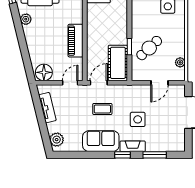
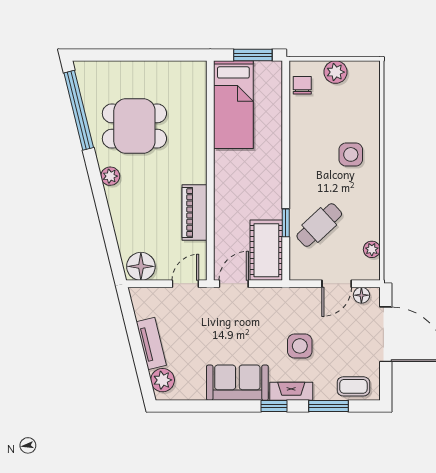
floor lamp: (174, 89) -> (361, 295), added
tv unit: (47, 108) -> (151, 343), moved
coffee table: (102, 109) -> (353, 386), moved

